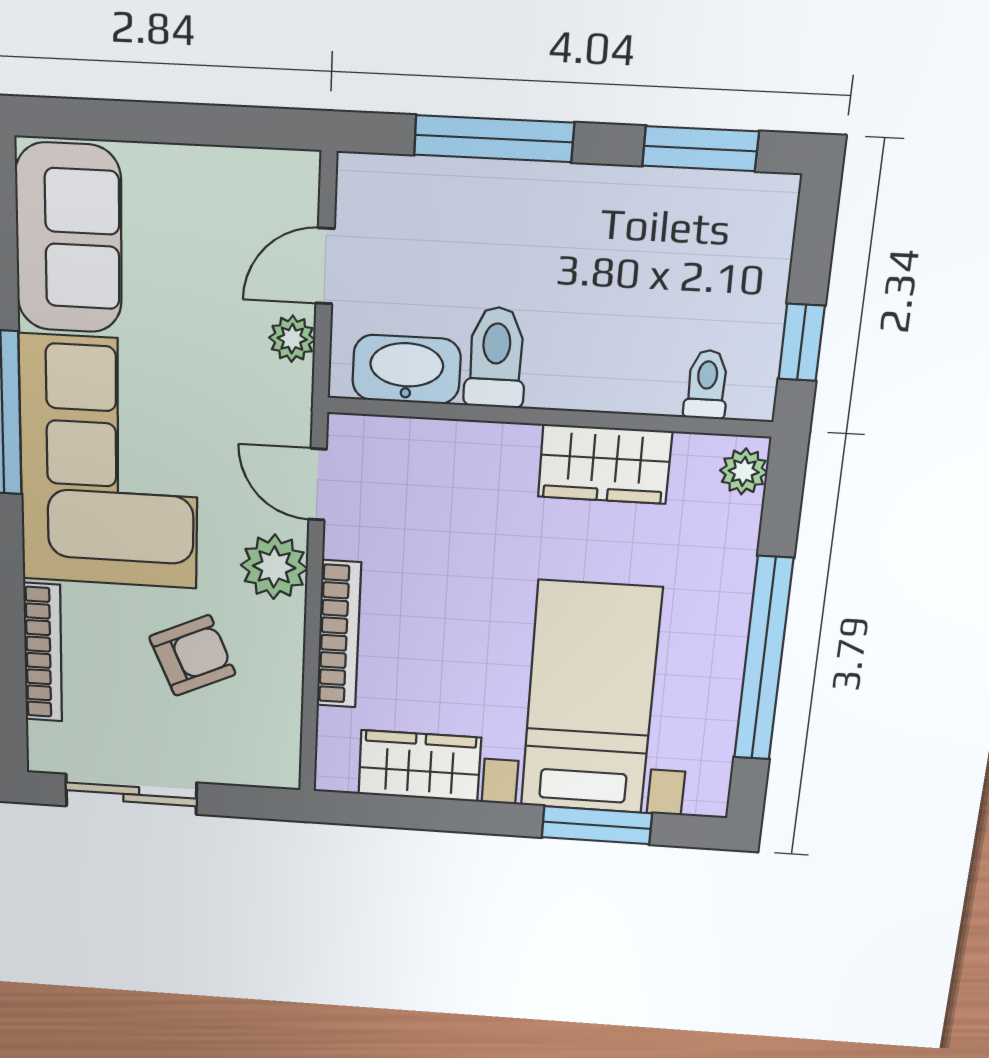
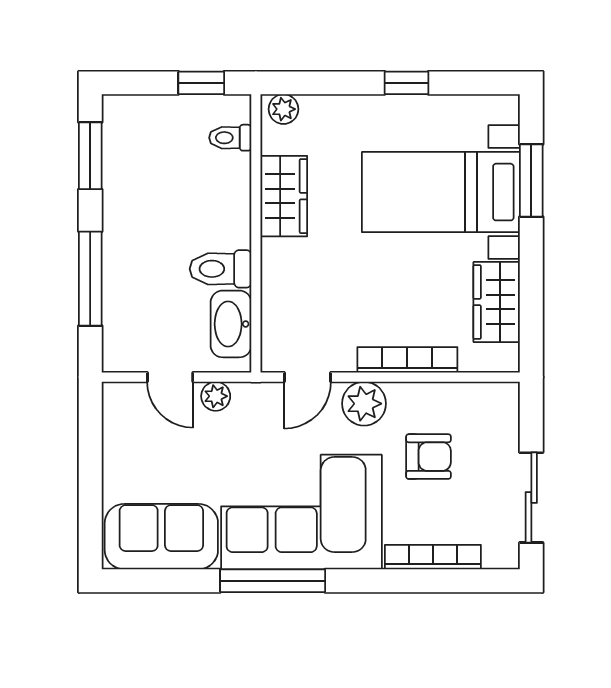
armchair: (192, 656) -> (428, 457), turned 114
window: (763, 659) -> (406, 83), width x0.32

